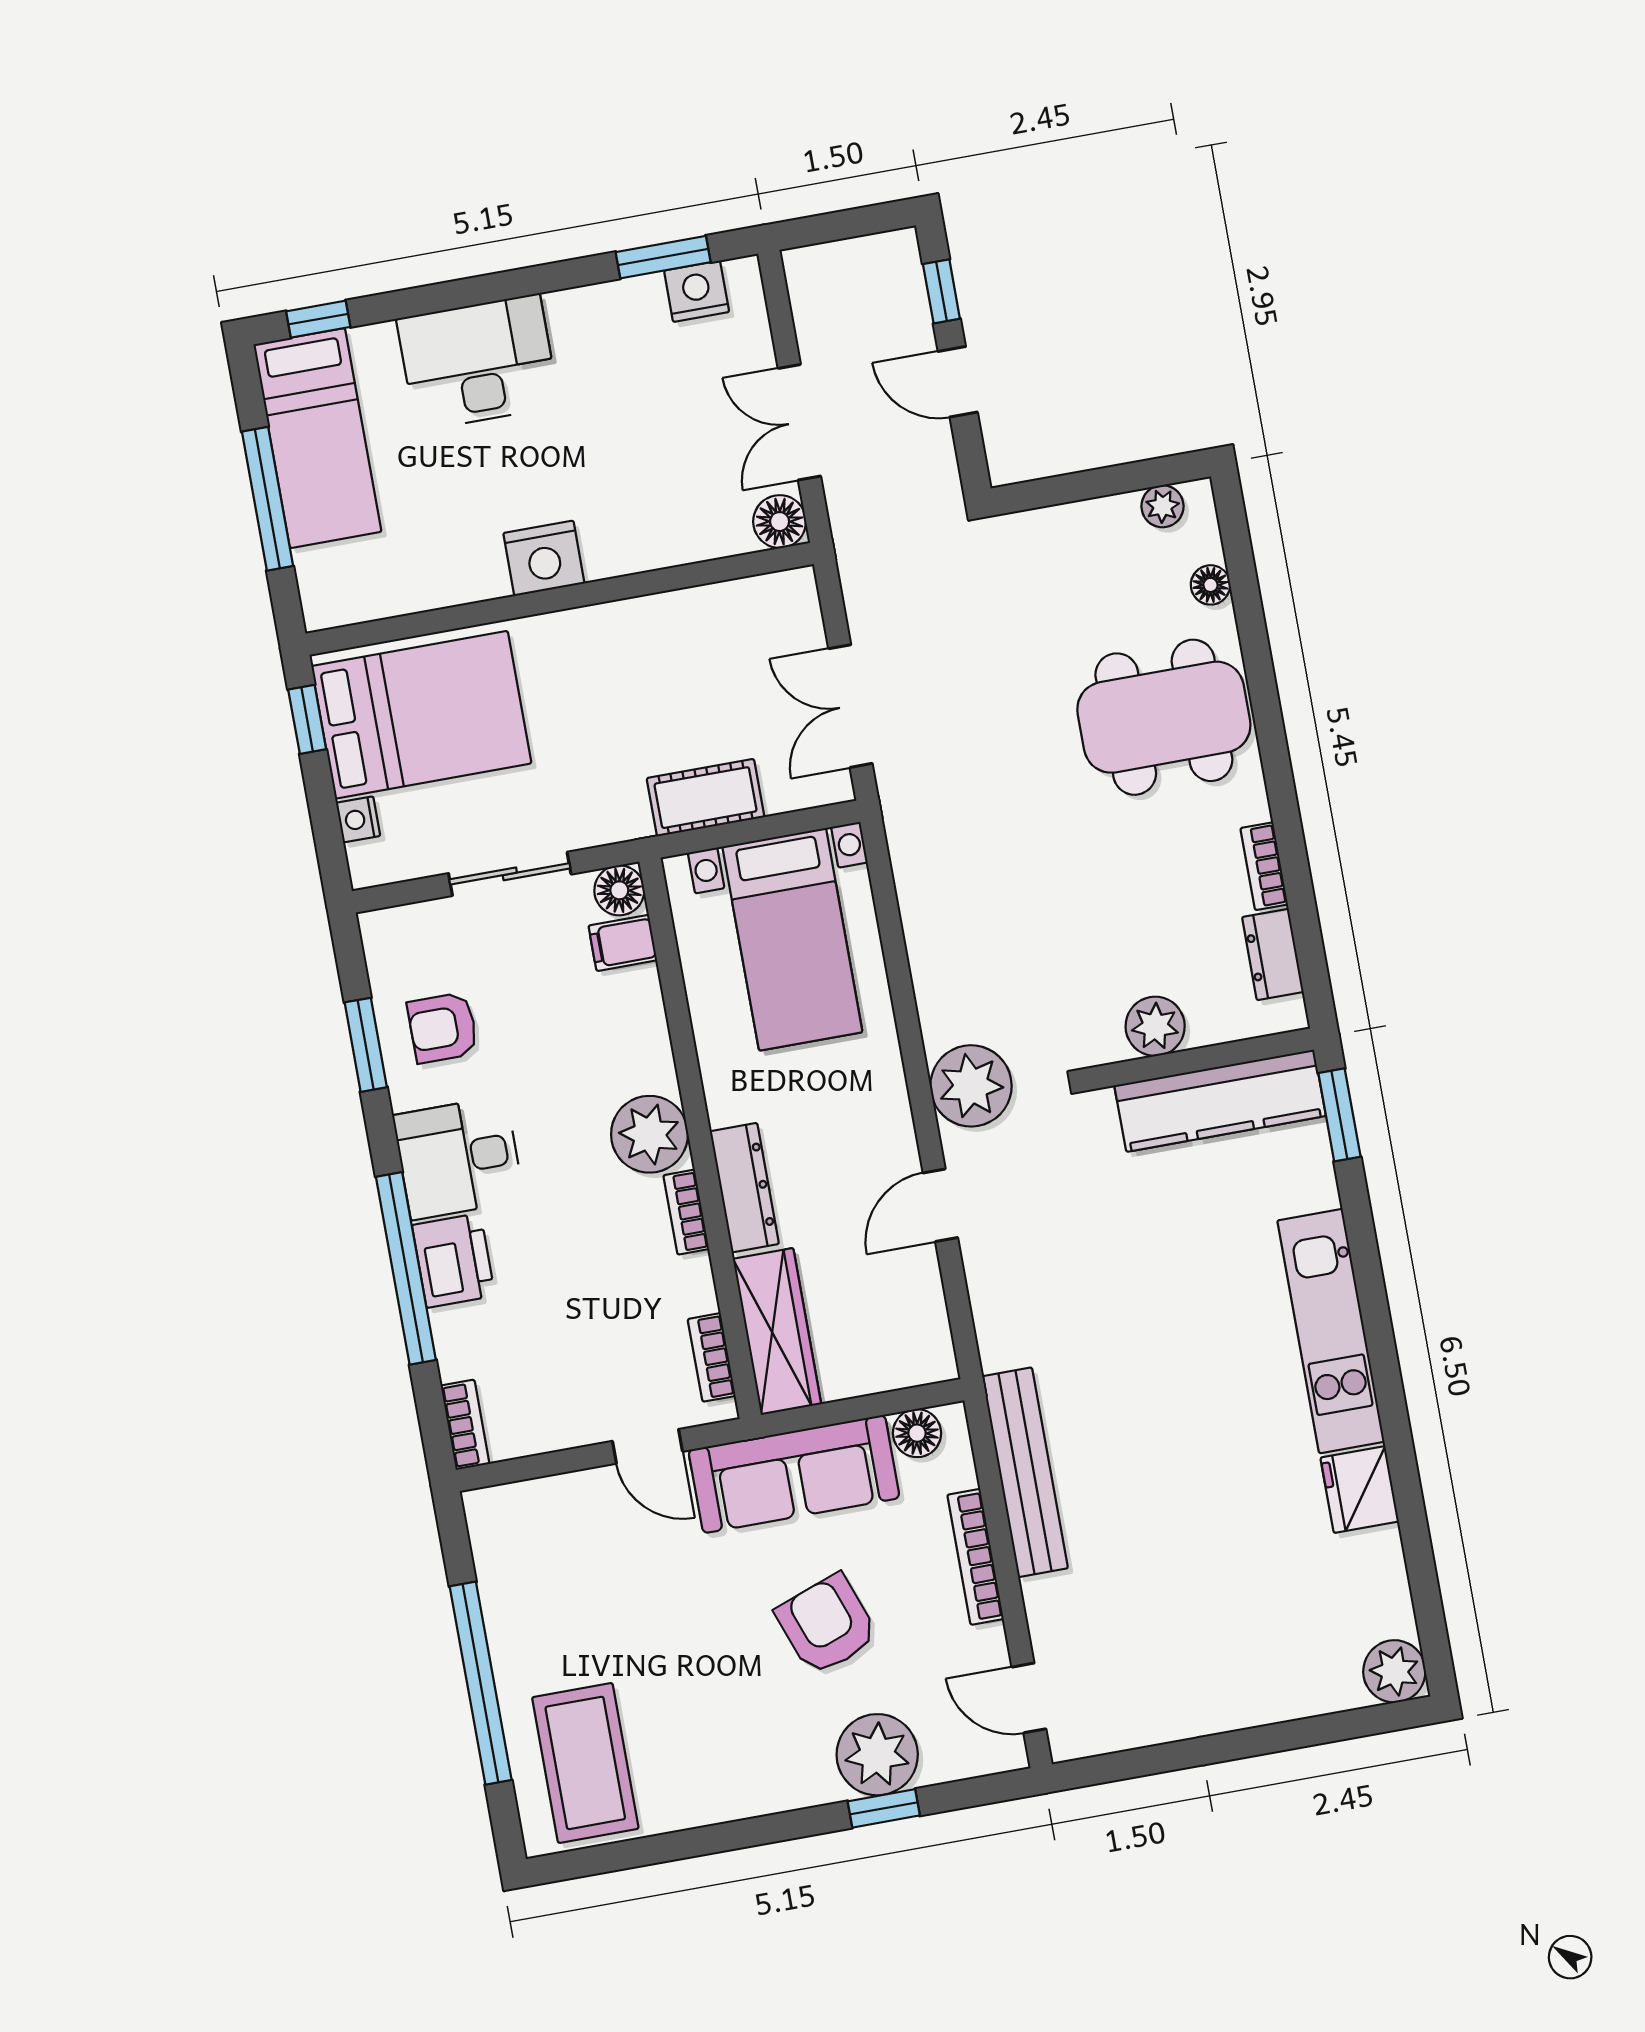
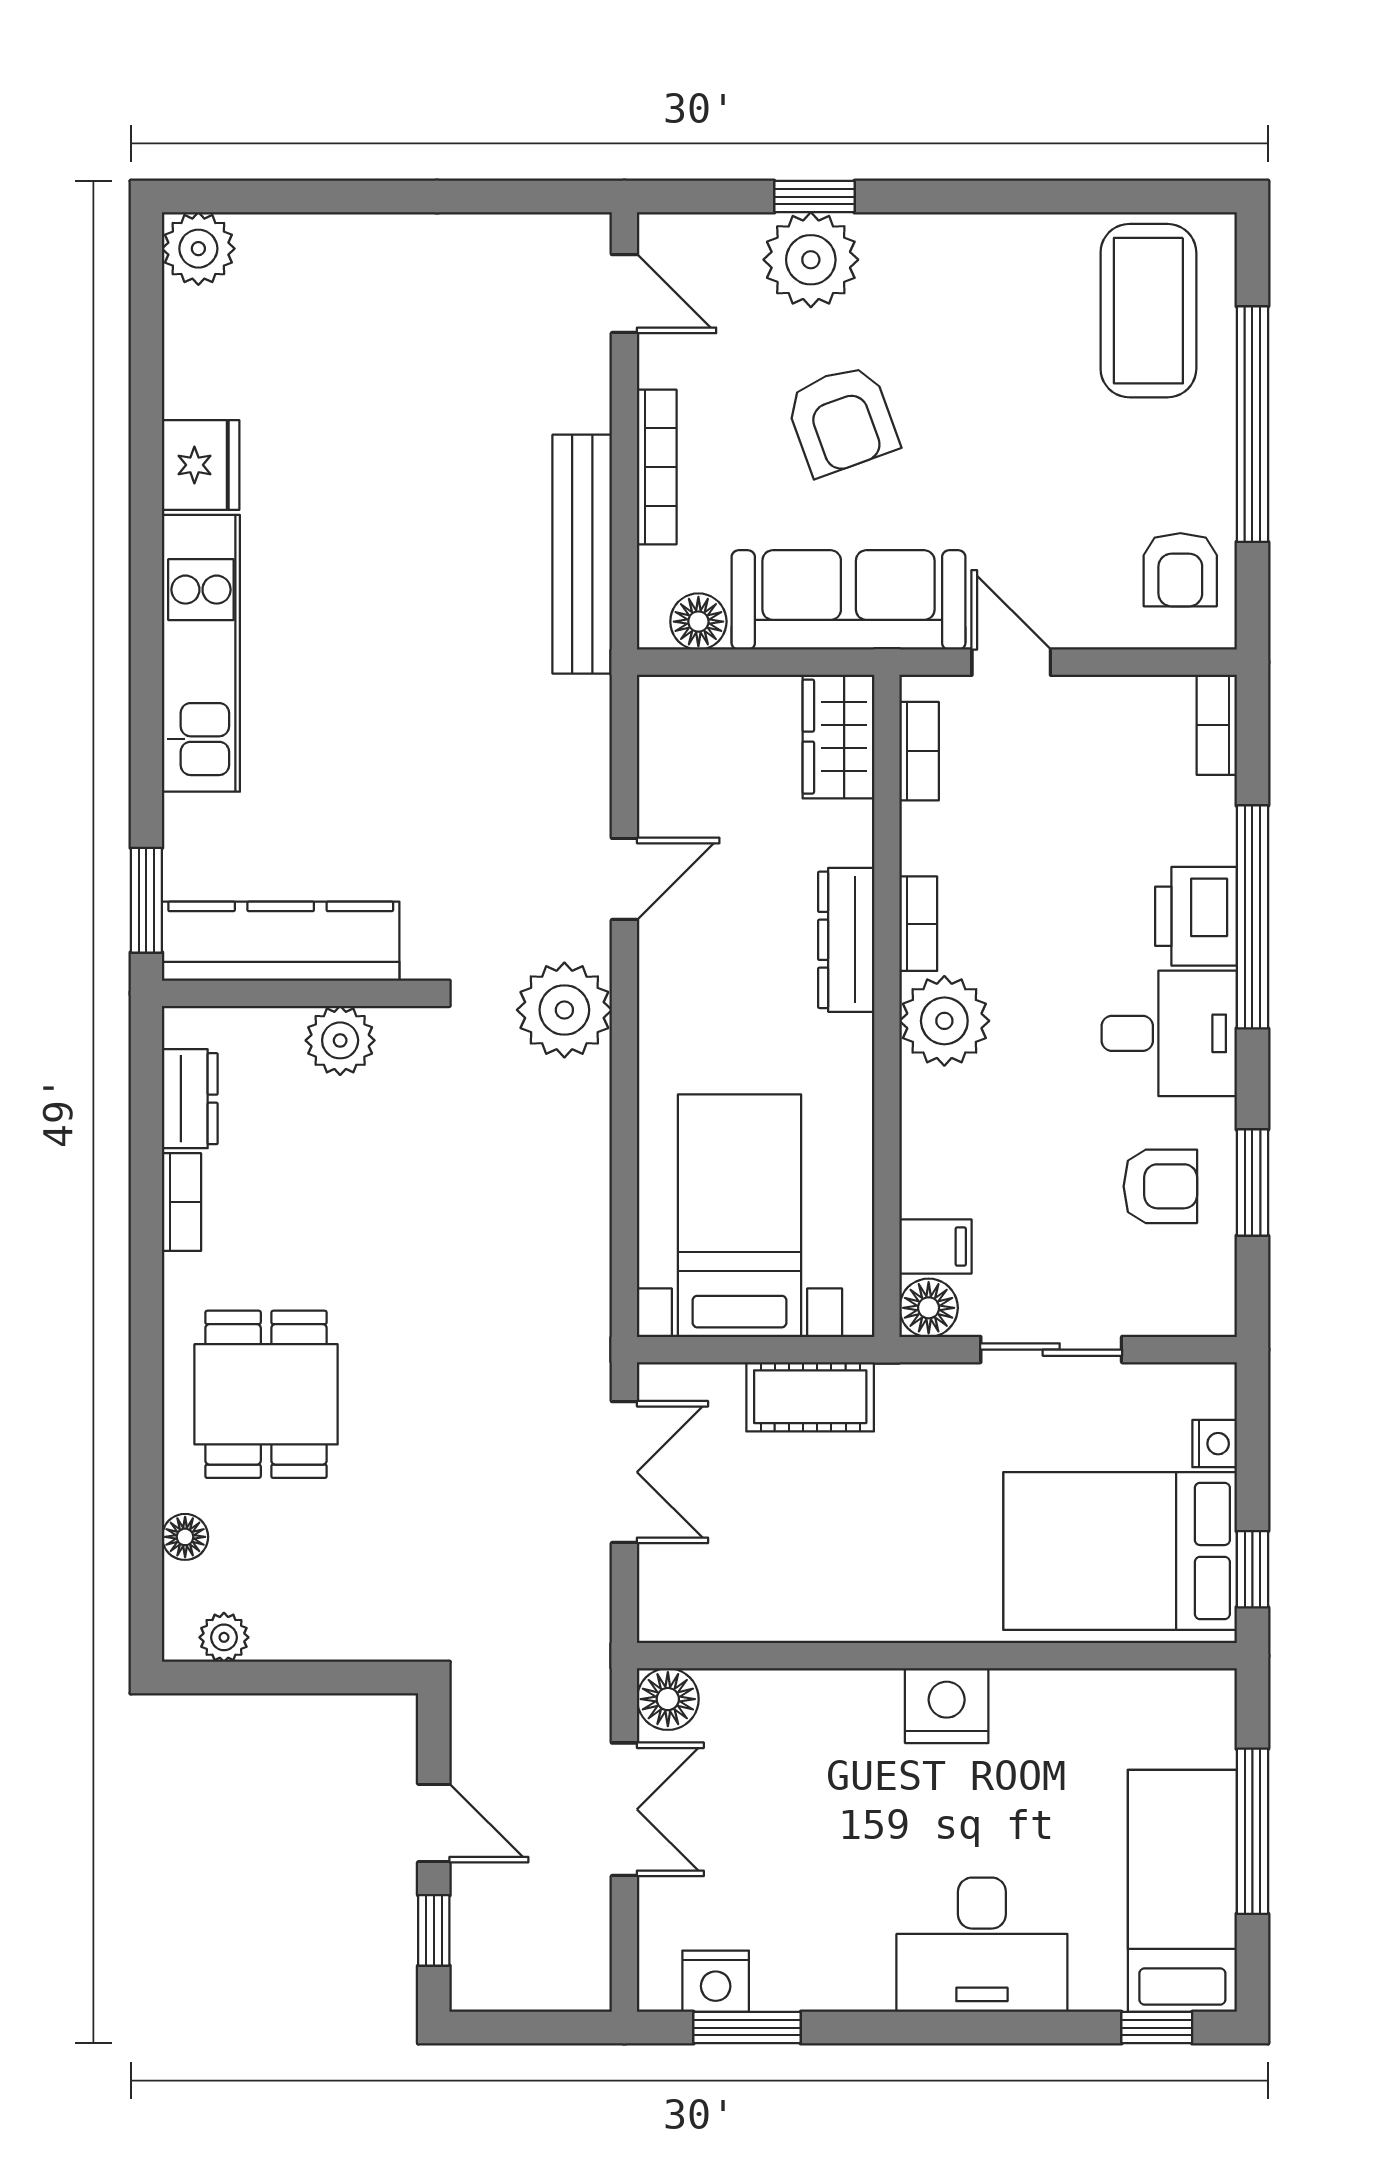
dining table: (1164, 717) -> (266, 1394), width x0.73
wardrobe: (777, 1331) -> (838, 737), width x0.67
armchair: (519, 1550) -> (1180, 570), added

